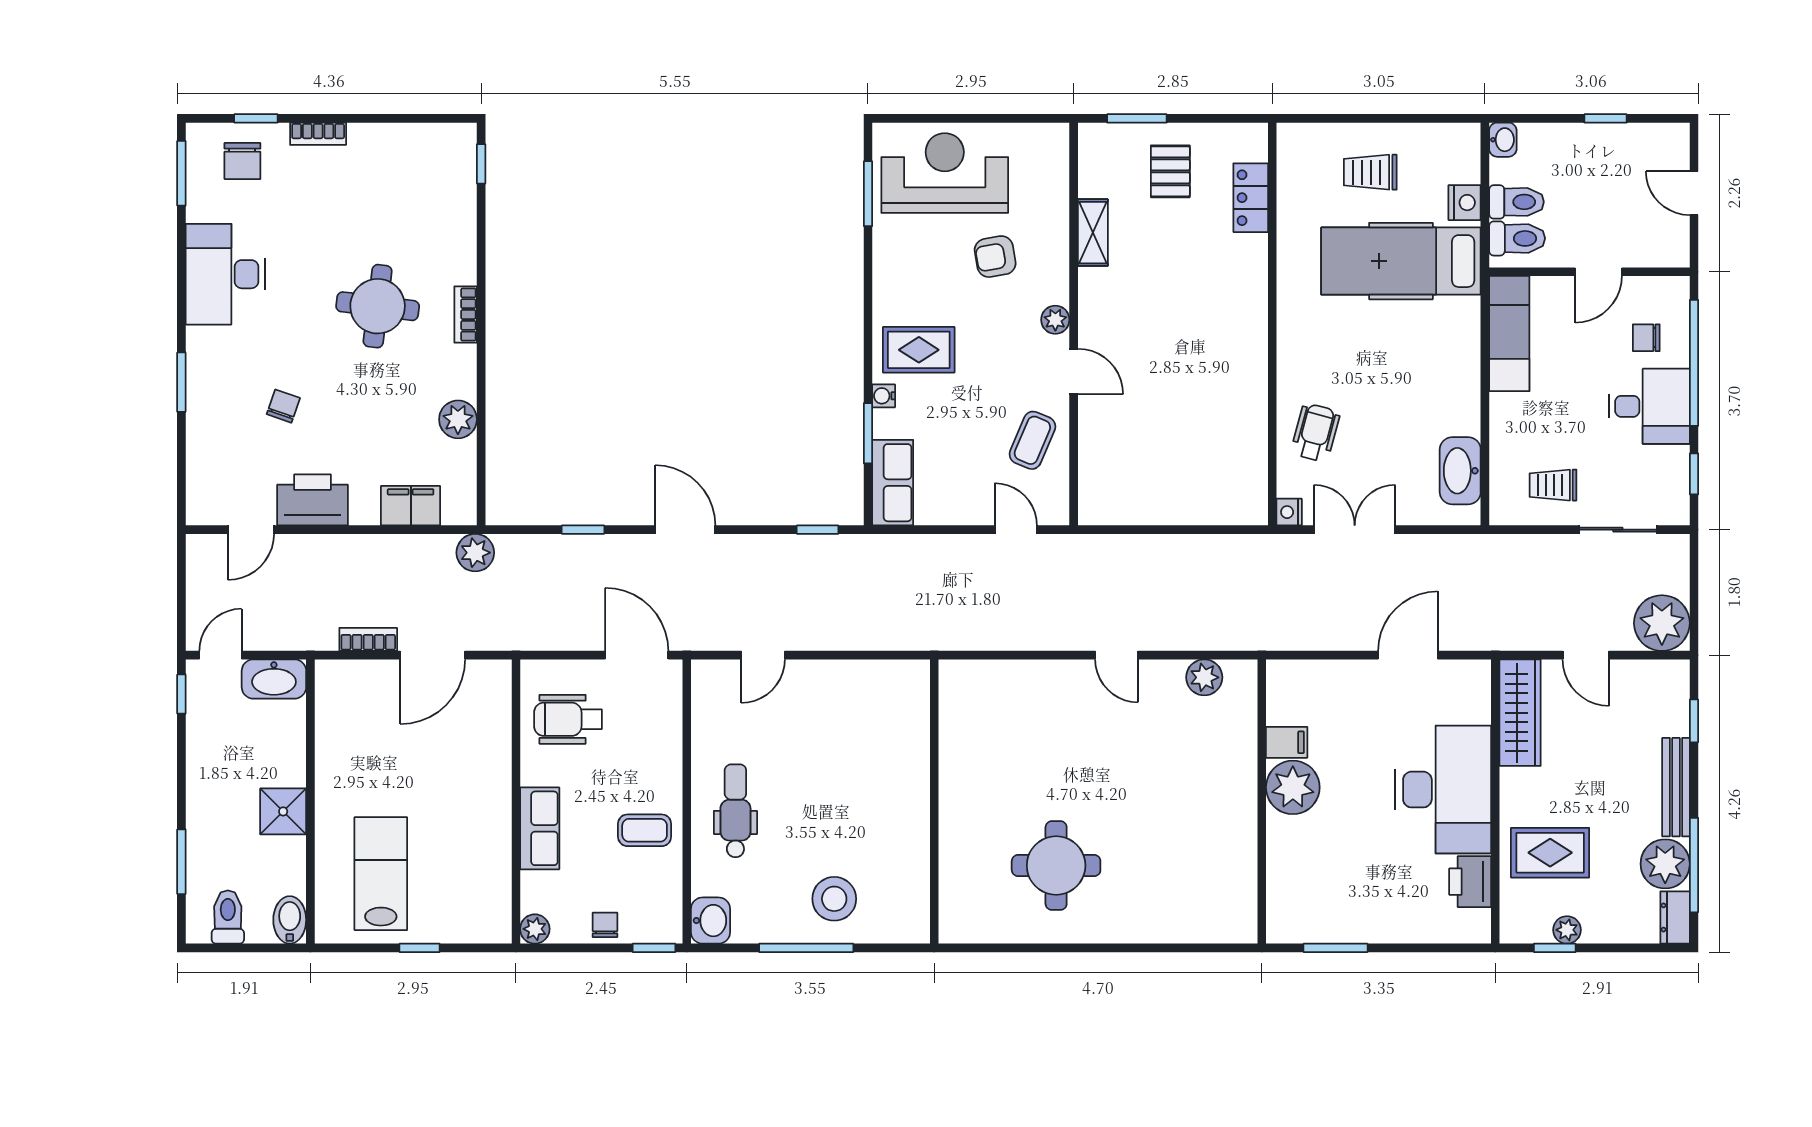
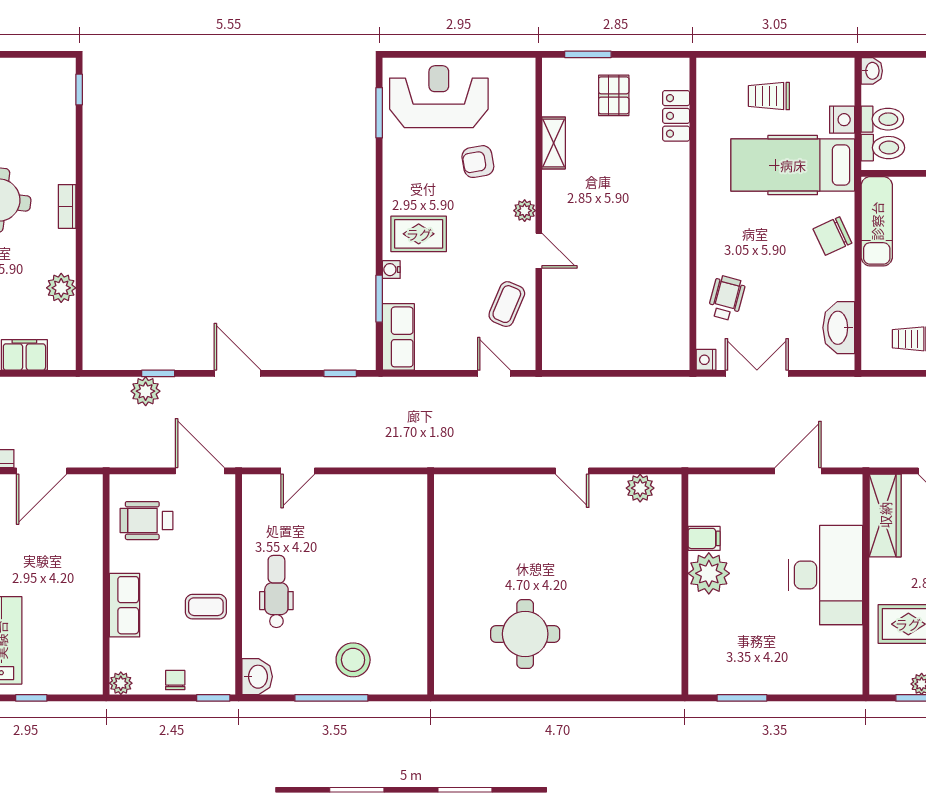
chair: (1452, 353) -> (832, 236), added
plant: (475, 553) -> (146, 391), moved
printer: (1470, 882) -> (846, 647), removed

